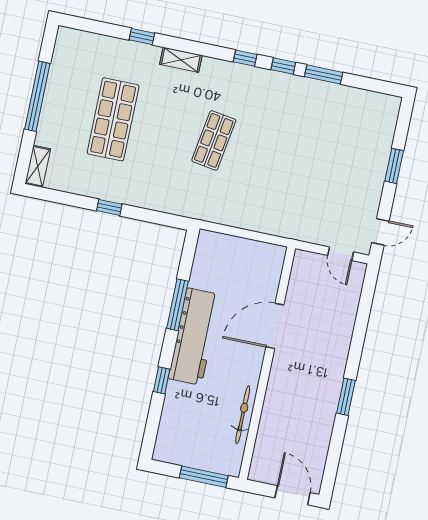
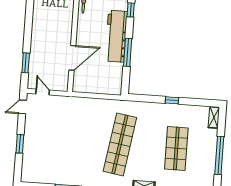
shop shelf: (214, 140) -> (120, 144), width x2.00, depth x1.36
door: (275, 326) -> (72, 58), moved
window: (346, 397) -> (26, 63), moved

